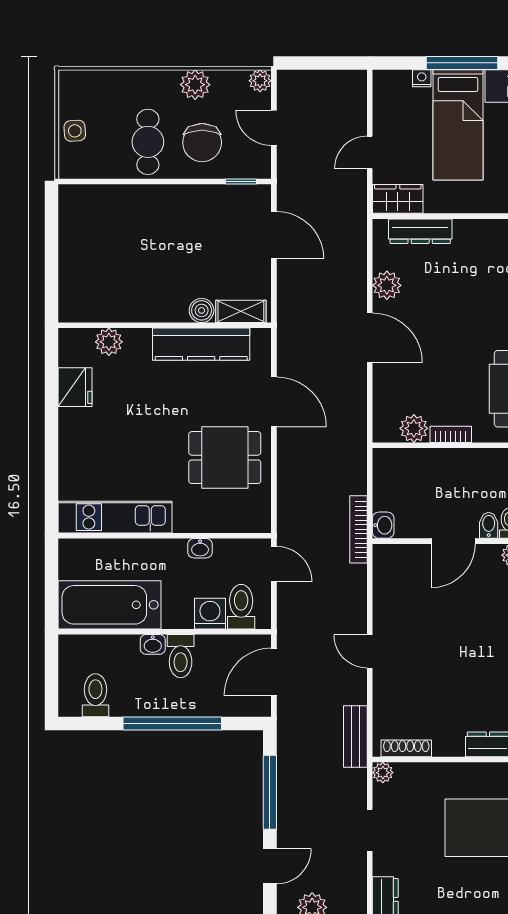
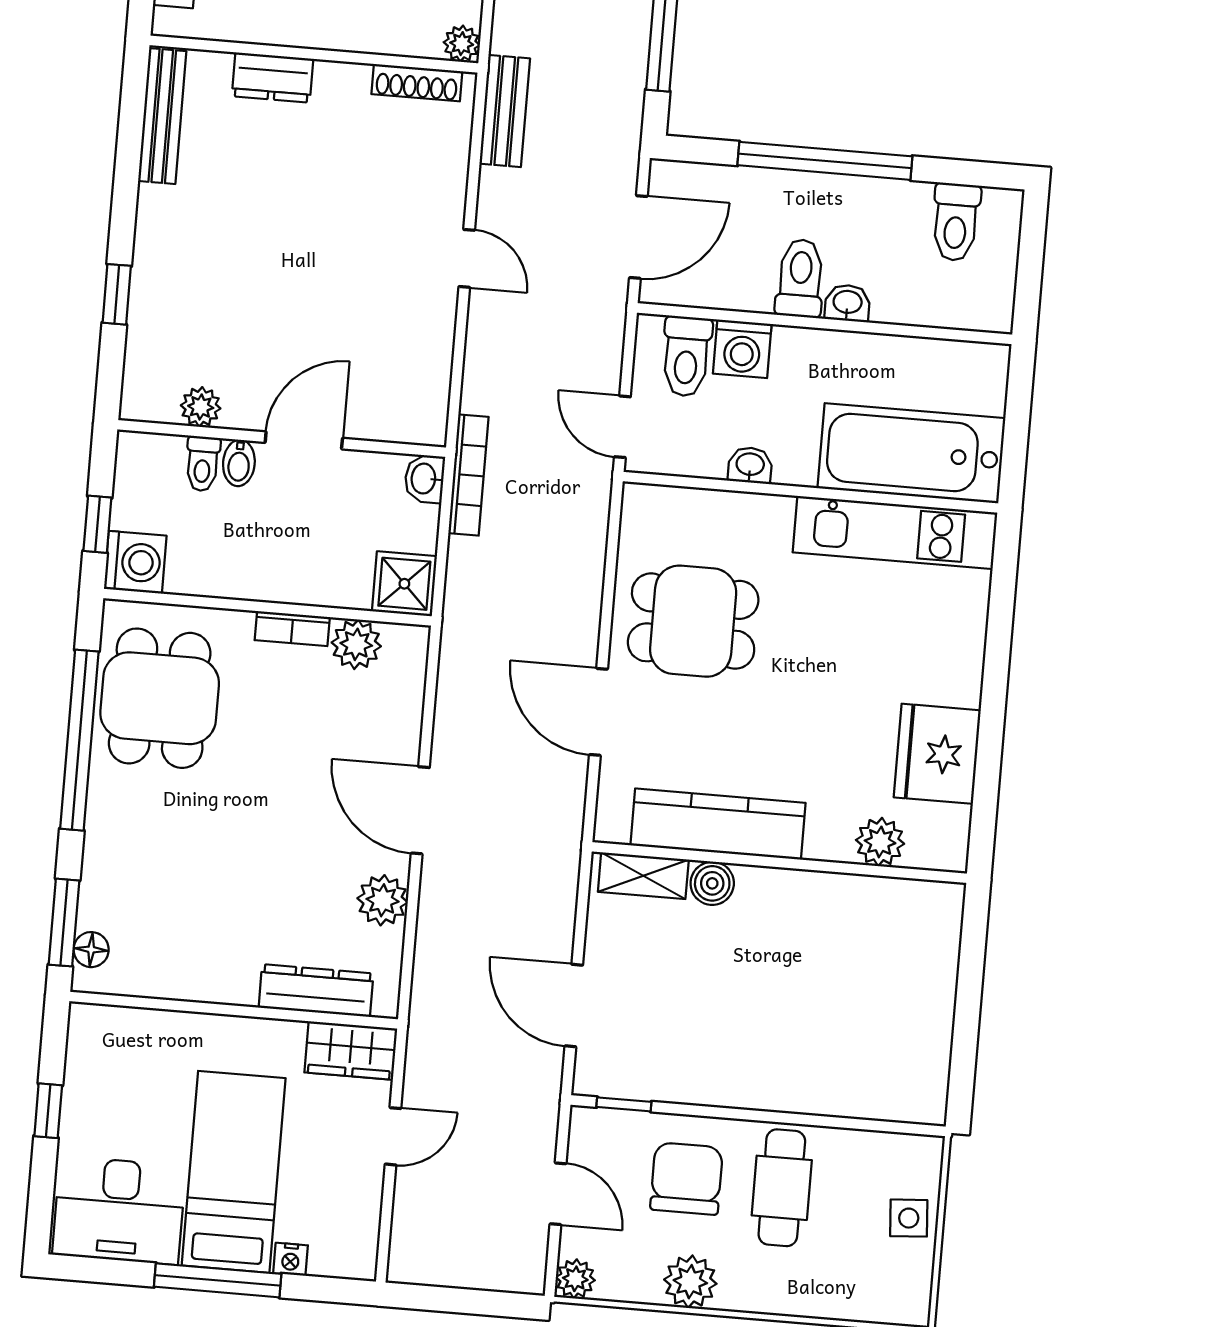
fridge: (75, 387) -> (937, 754), width x1.36, depth x1.34
shower: (390, 465) -> (404, 584), added
bathtub: (109, 605) -> (911, 453), moved, turned 180

